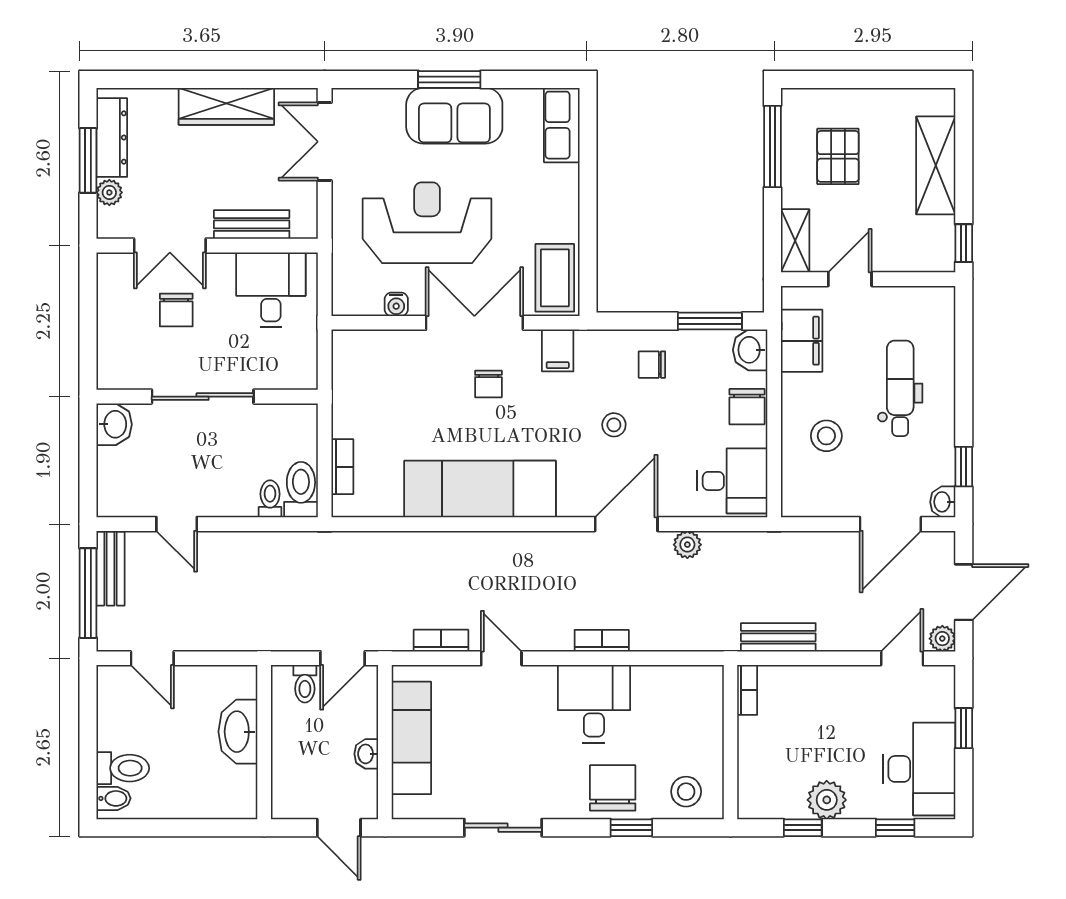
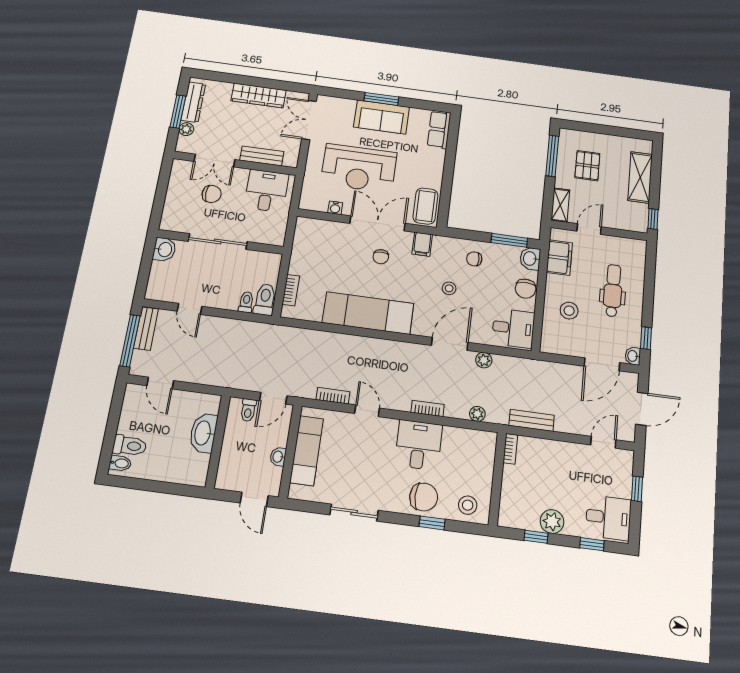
reception desk: (427, 223) -> (359, 168), turned 180
chair: (176, 310) -> (212, 194), turned -90
plant: (942, 639) -> (477, 414), moved
desk: (919, 769) -> (608, 518), width x0.73
chair: (613, 788) -> (424, 497), turned 90

